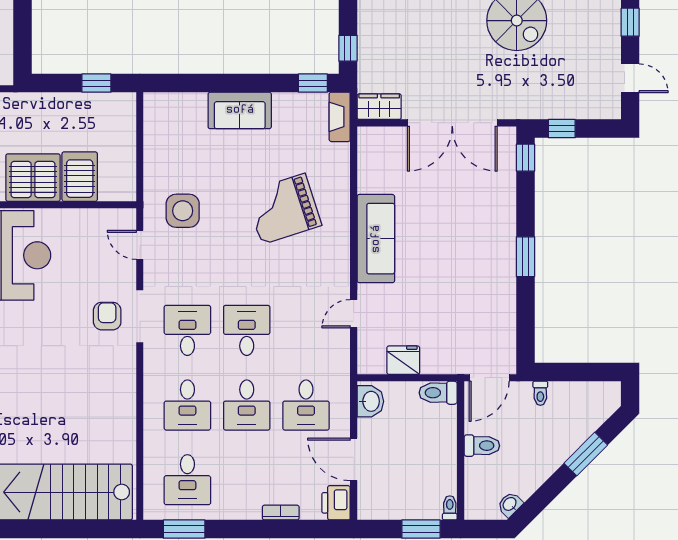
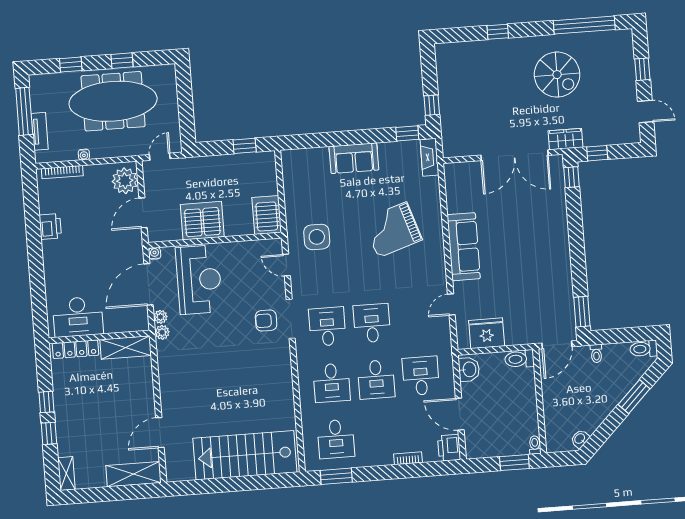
wardrobe: (379, 107) -> (566, 139), moved
server rack: (80, 177) -> (267, 215), moved
window: (525, 257) -> (582, 312), moved
armchair: (107, 316) -> (266, 321), turned -90
fridge: (403, 360) -> (487, 333), width x1.36, depth x1.34
desk: (306, 405) -> (421, 376), turned 180
toilet: (482, 446) -> (644, 349), moved, turned 180

